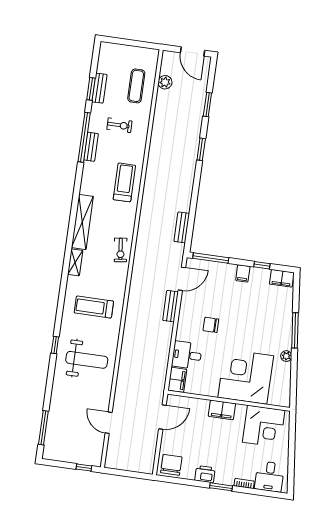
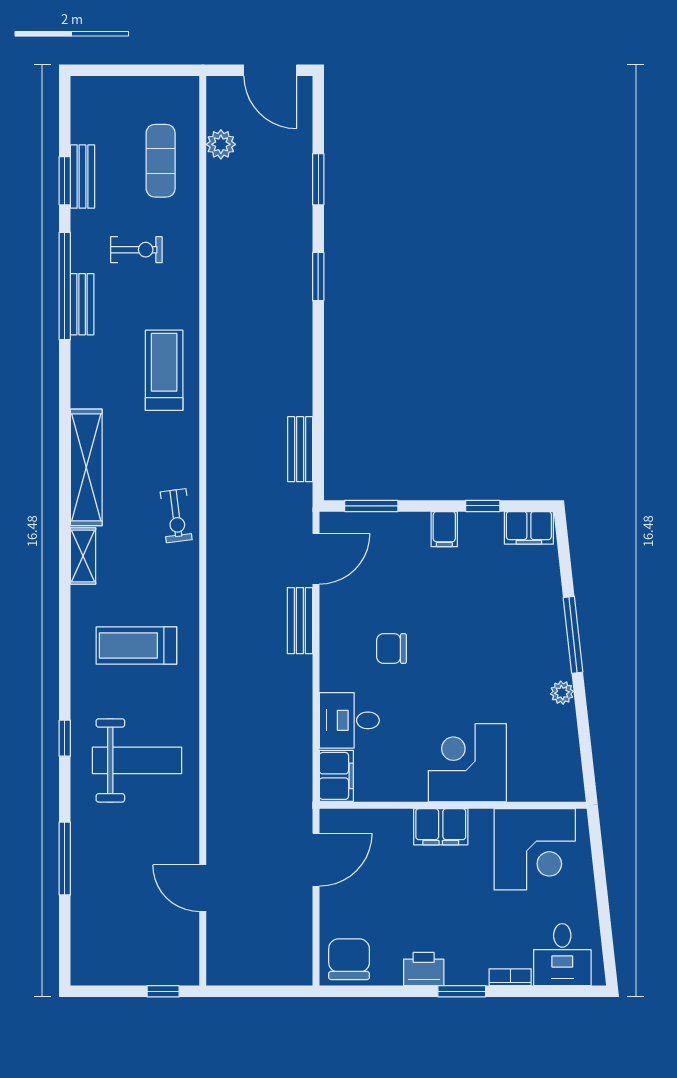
window: (211, 258) -> (371, 506), width x0.69
corner desk: (246, 377) -> (467, 763), width x0.74, depth x0.74
window: (43, 428) -> (65, 859), moved

